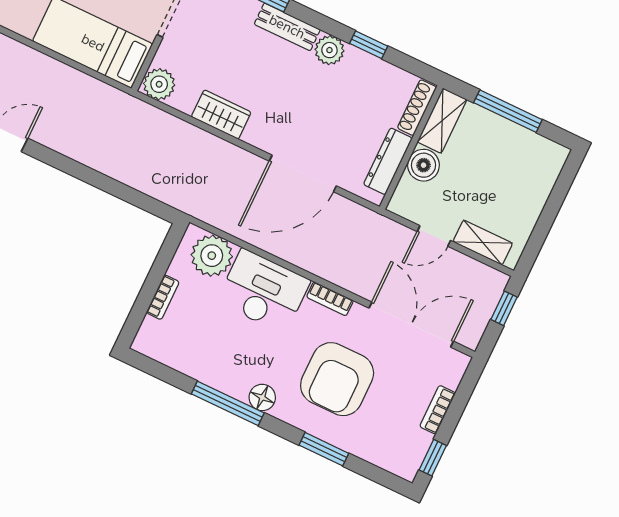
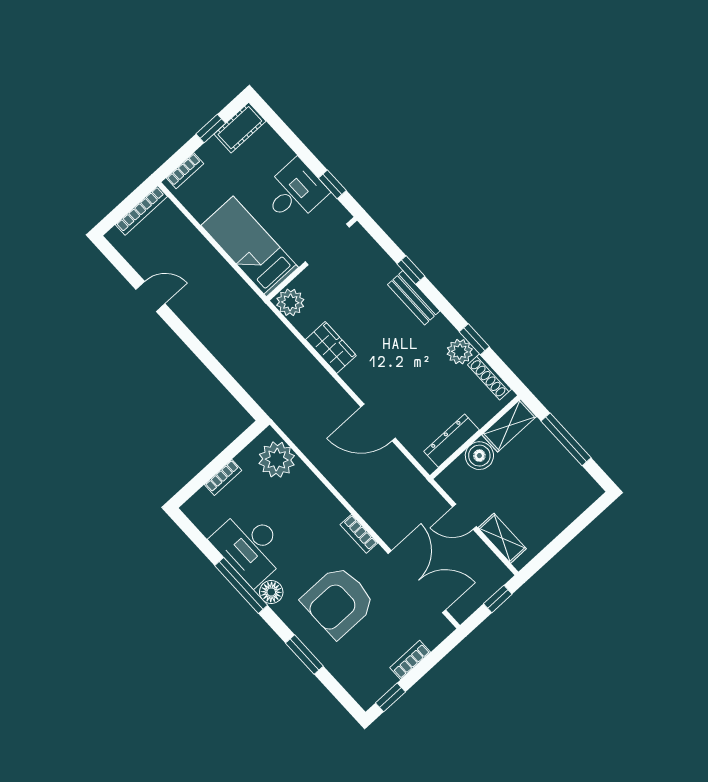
plant: (329, 50) -> (460, 352), moved
shoe rack: (417, 108) -> (489, 377), moved, turned -90
door: (303, 173) -> (378, 422), width x0.73
desk: (263, 291) -> (250, 546), moved, turned 180

